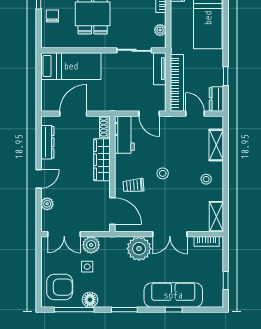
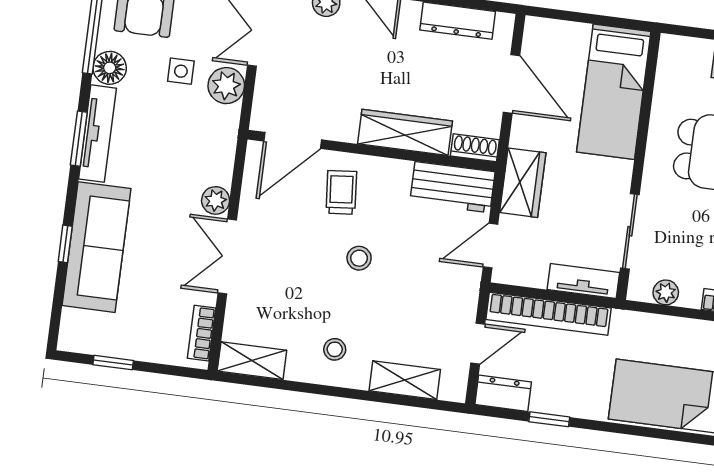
wardrobe: (118, 103) -> (523, 183), added
plant: (139, 249) -> (216, 200), width x0.53, depth x0.53
tv unit: (121, 301) -> (97, 134), added

